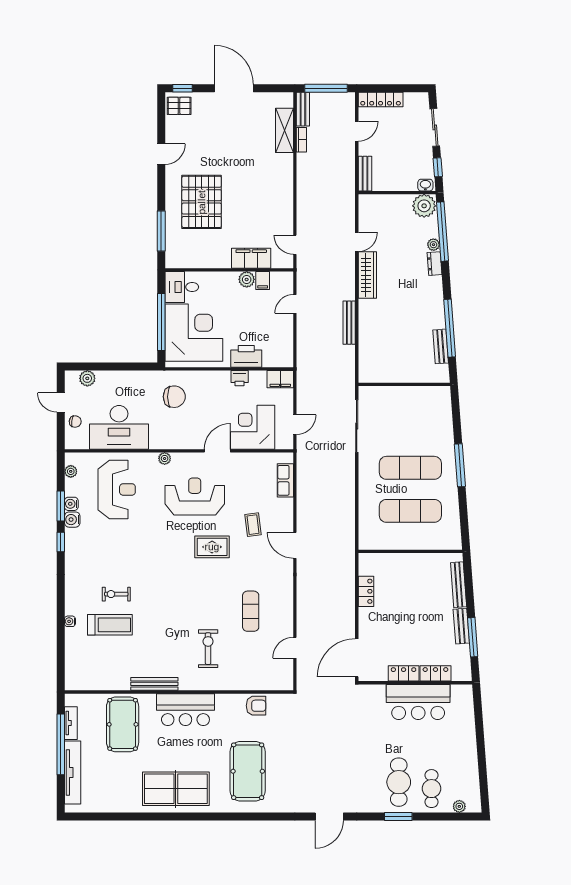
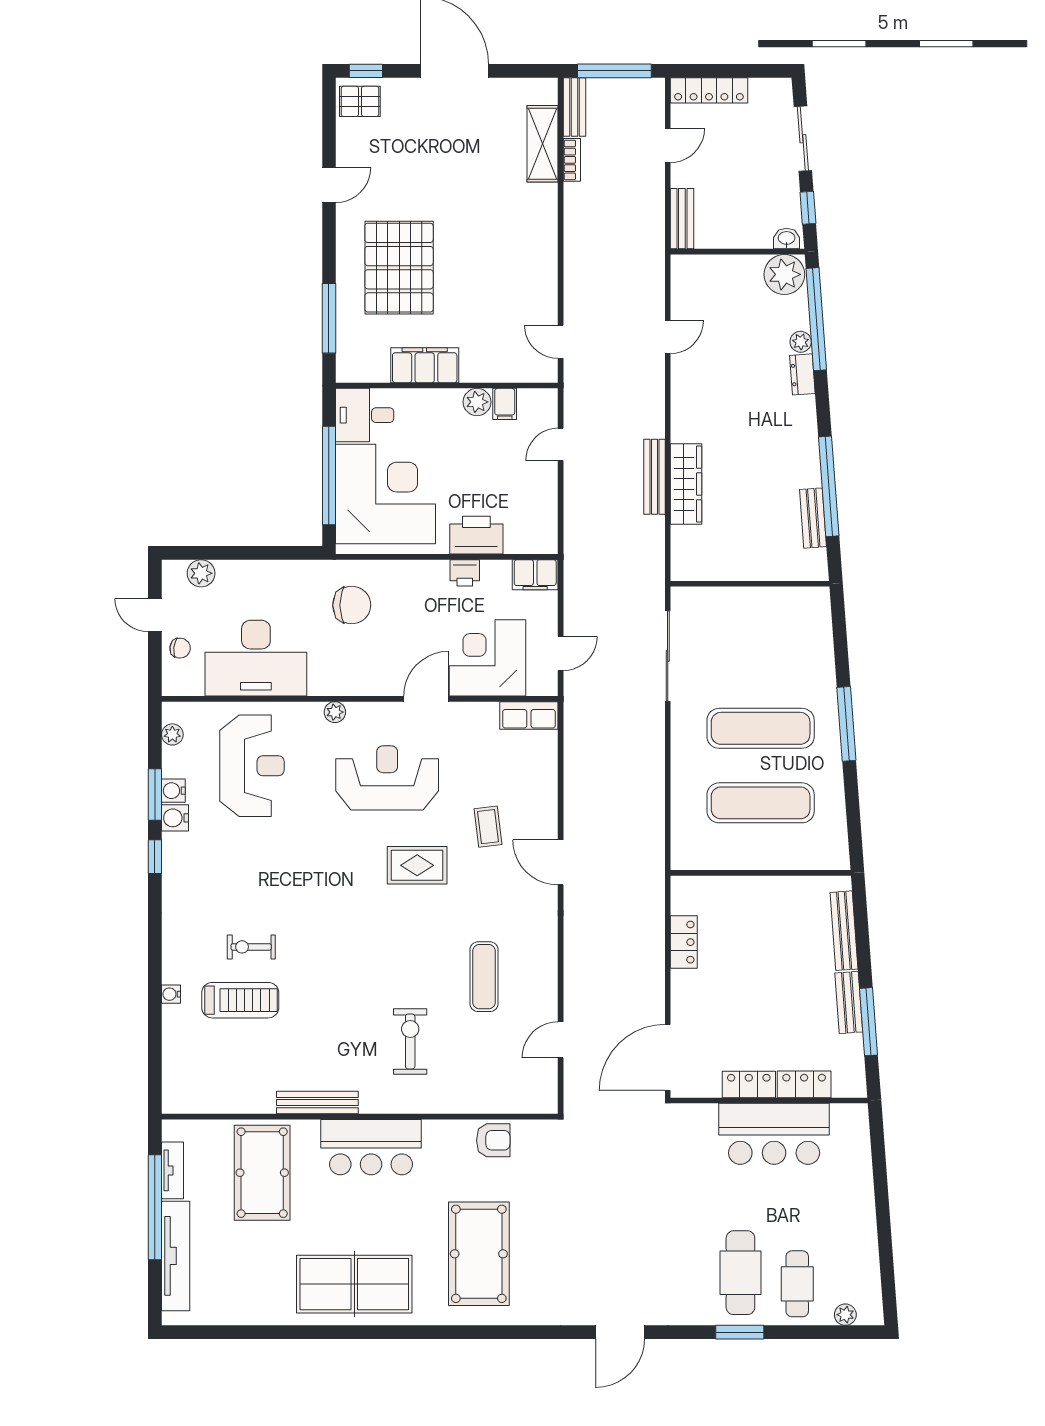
filing cabinet: (251, 258) -> (425, 365), moved
wardrobe: (367, 275) -> (686, 484), moved
row of seats: (285, 480) -> (529, 715), moved, turned -90

